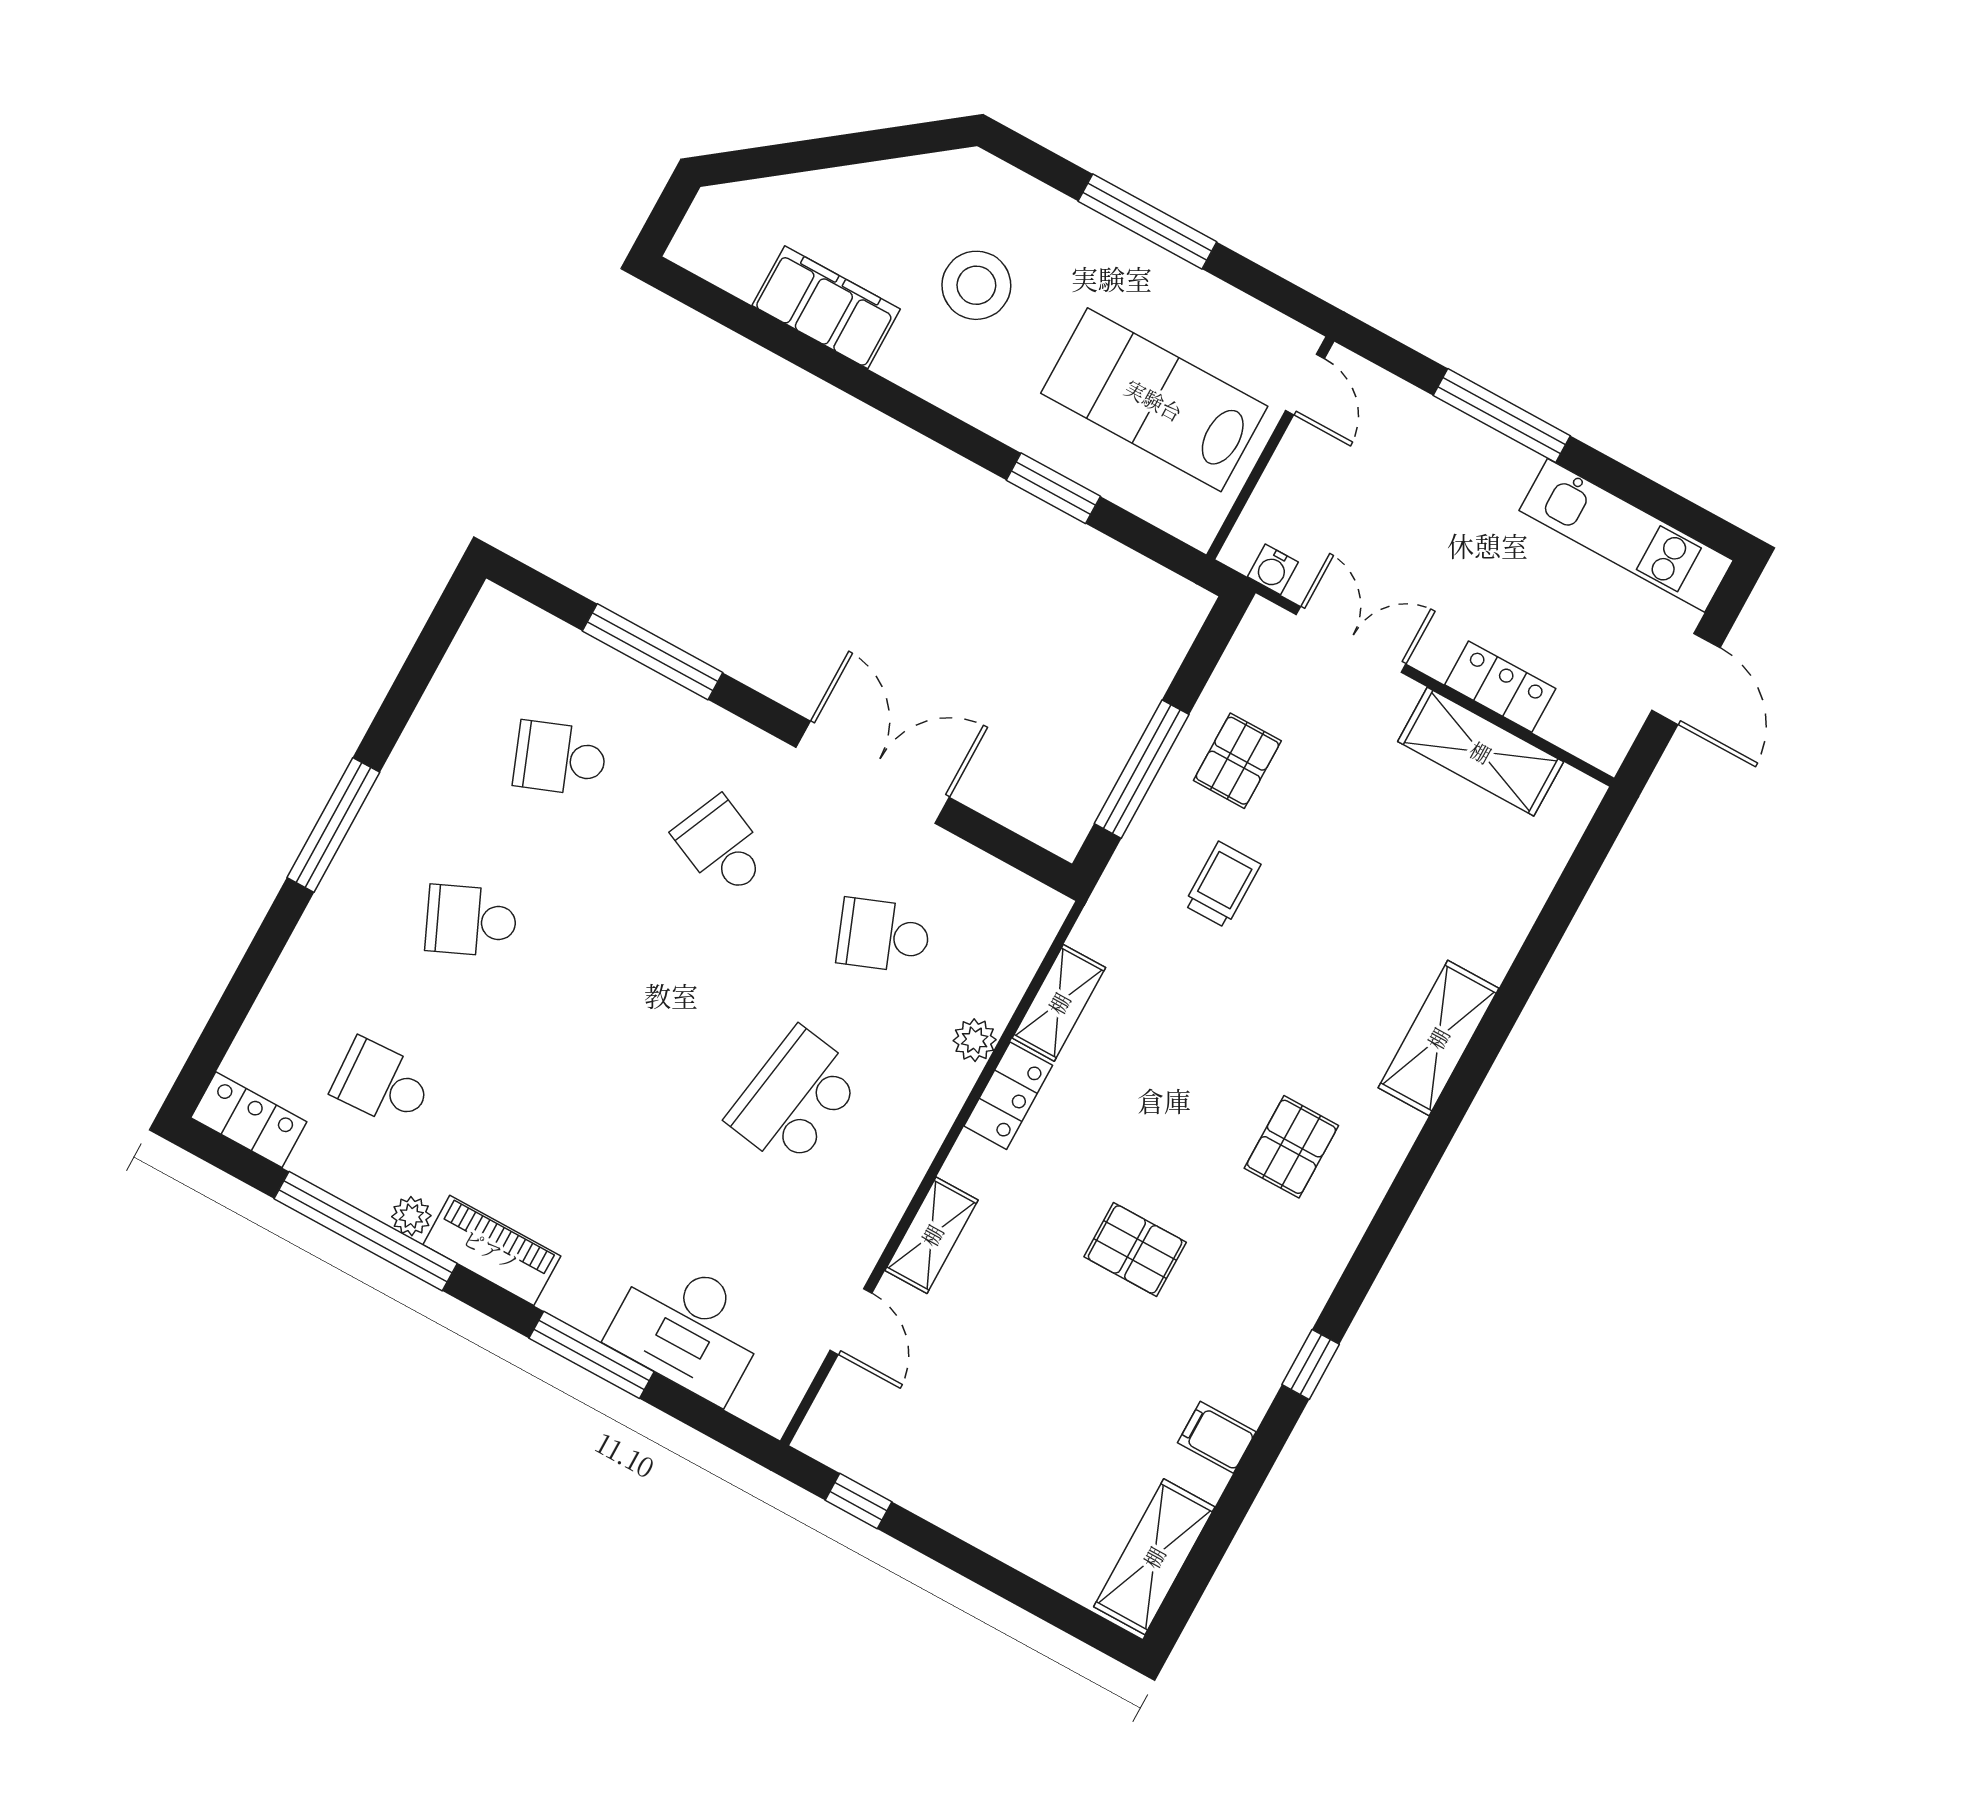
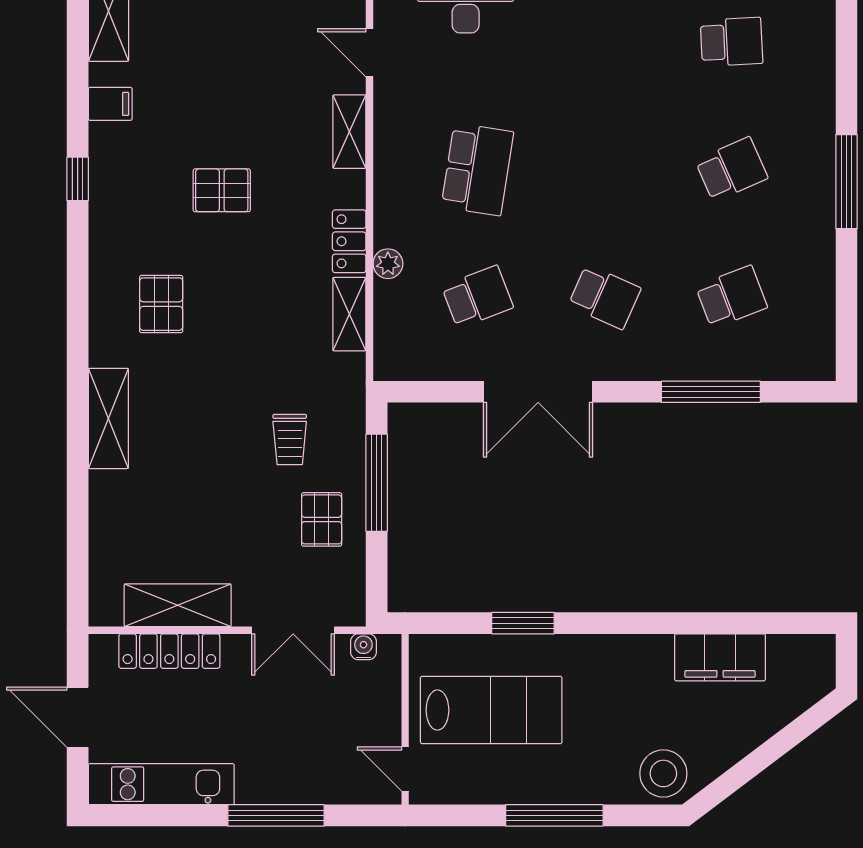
stool: (976, 285) -> (663, 773), moved
locker: (1500, 687) -> (169, 651), width x1.53

